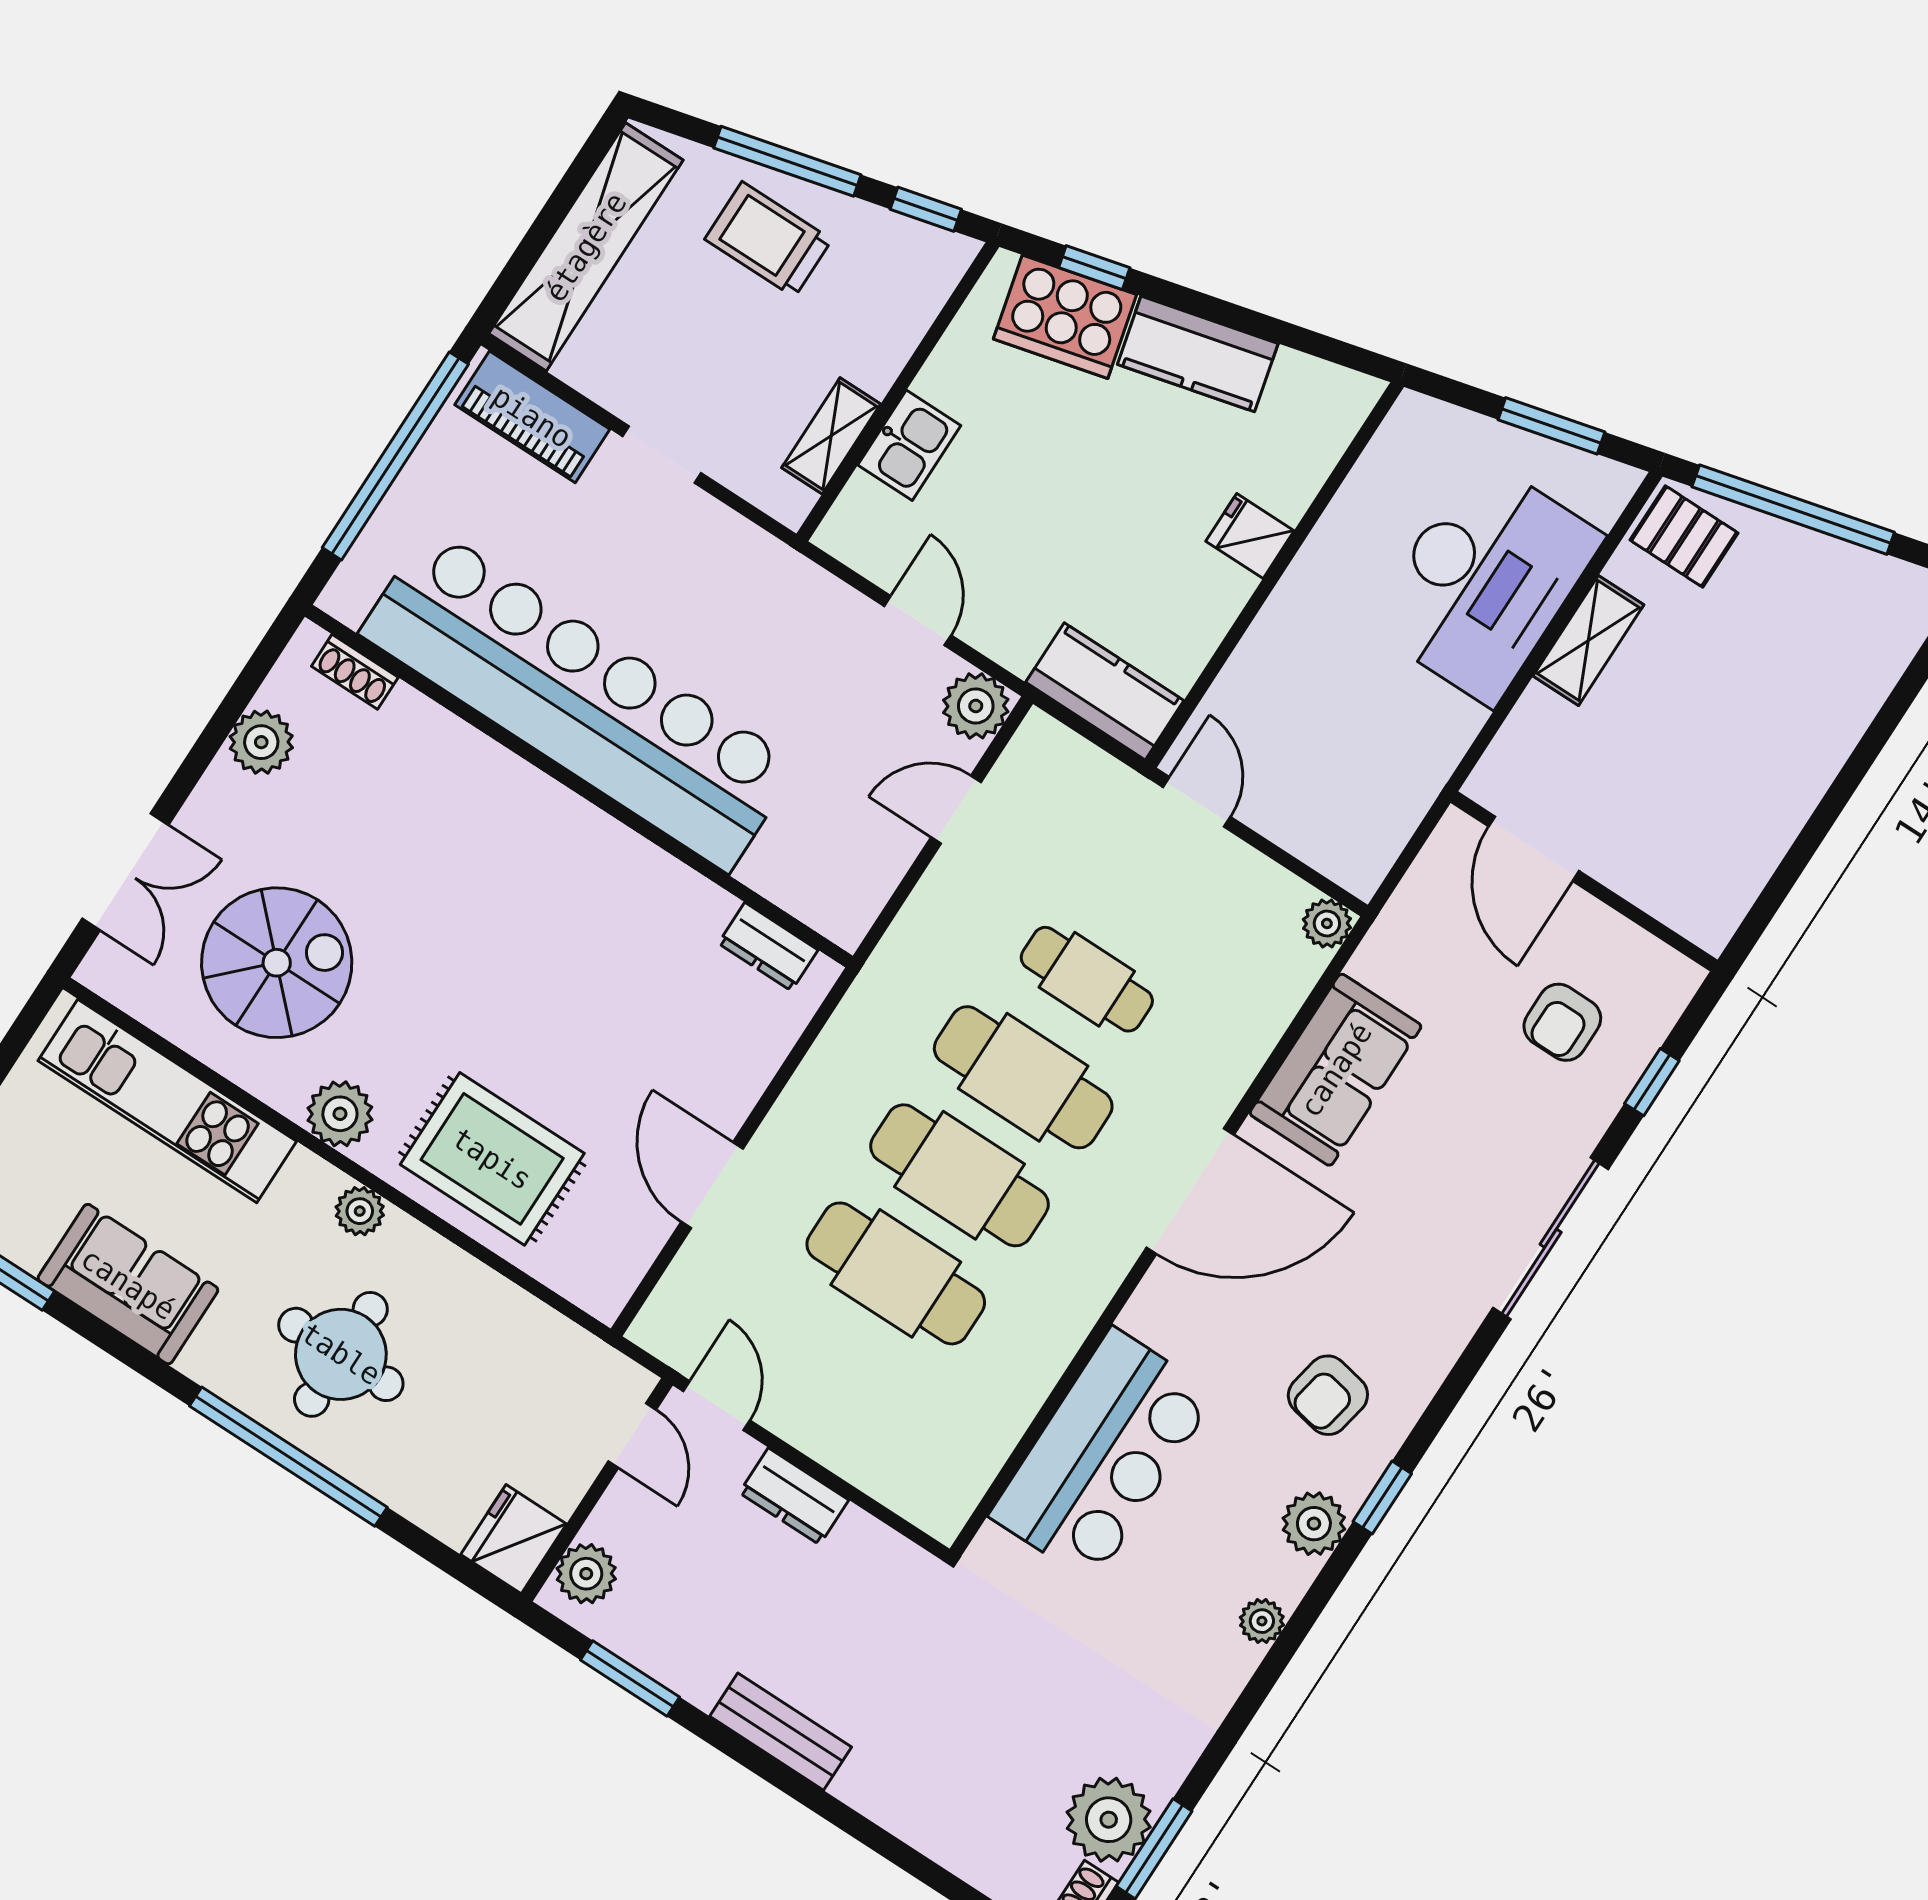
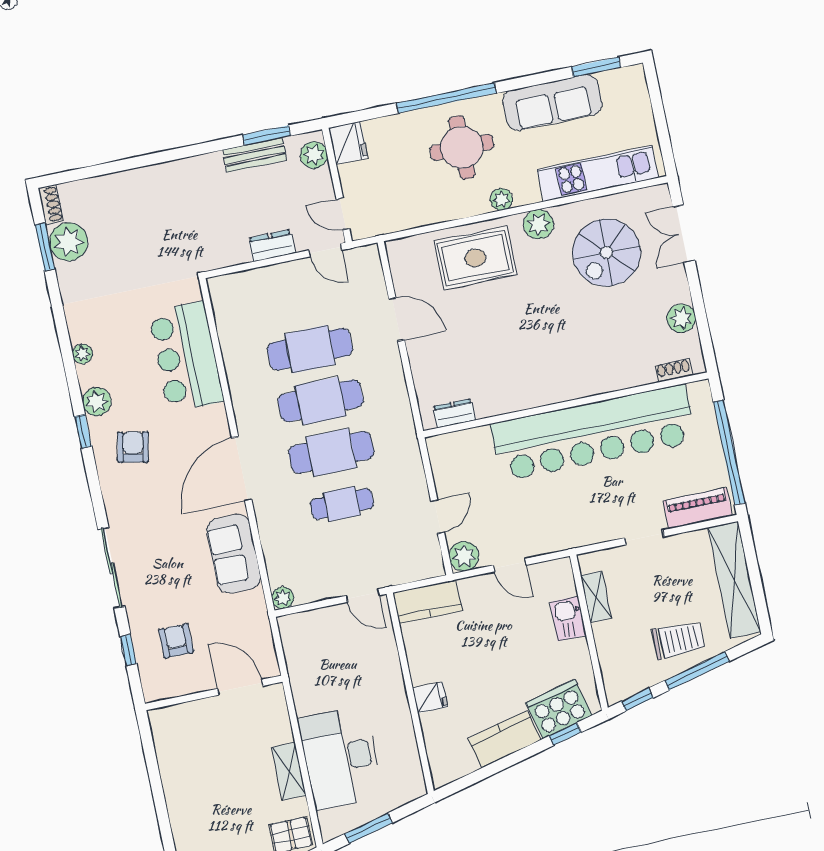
sofa: (128, 1284) -> (552, 102), width x1.36
bench: (781, 1732) -> (255, 155), moved

